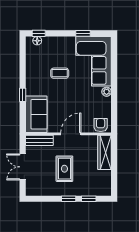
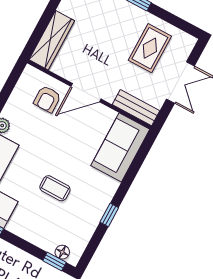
window: (23, 95) -> (109, 215), moved
armchair: (101, 125) -> (47, 99), moved
rug: (64, 169) -> (150, 48), moved

